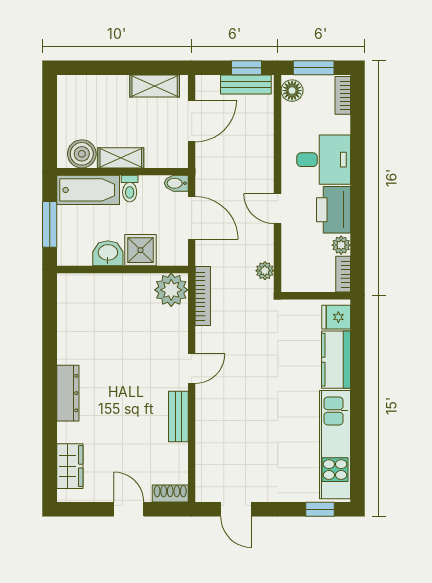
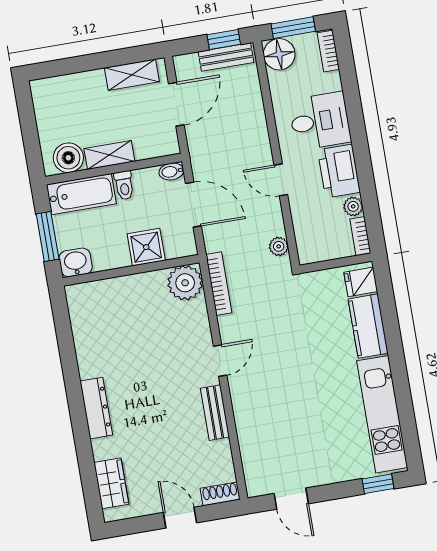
floor lamp: (292, 91) -> (279, 54), width x1.38, depth x1.38
washbasin: (108, 253) -> (76, 262), moved

